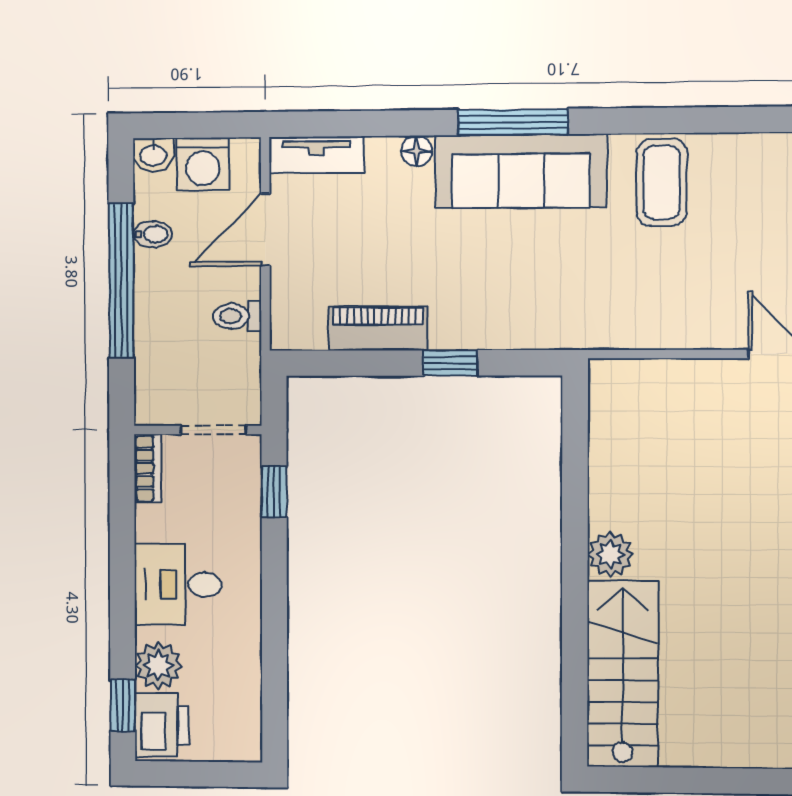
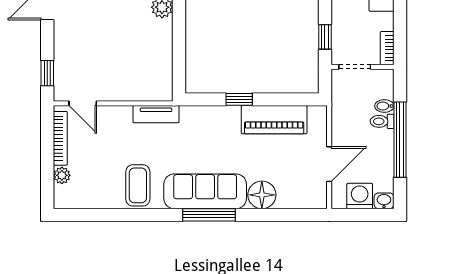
floor lamp: (417, 151) -> (262, 195), width x1.89, depth x1.89
tv unit: (316, 155) -> (156, 114), moved, turned 180
bidet: (153, 234) -> (384, 106), moved
toilet: (237, 316) -> (382, 121), moved, turned 180
piano: (378, 328) -> (274, 120), width x1.37, depth x1.33

